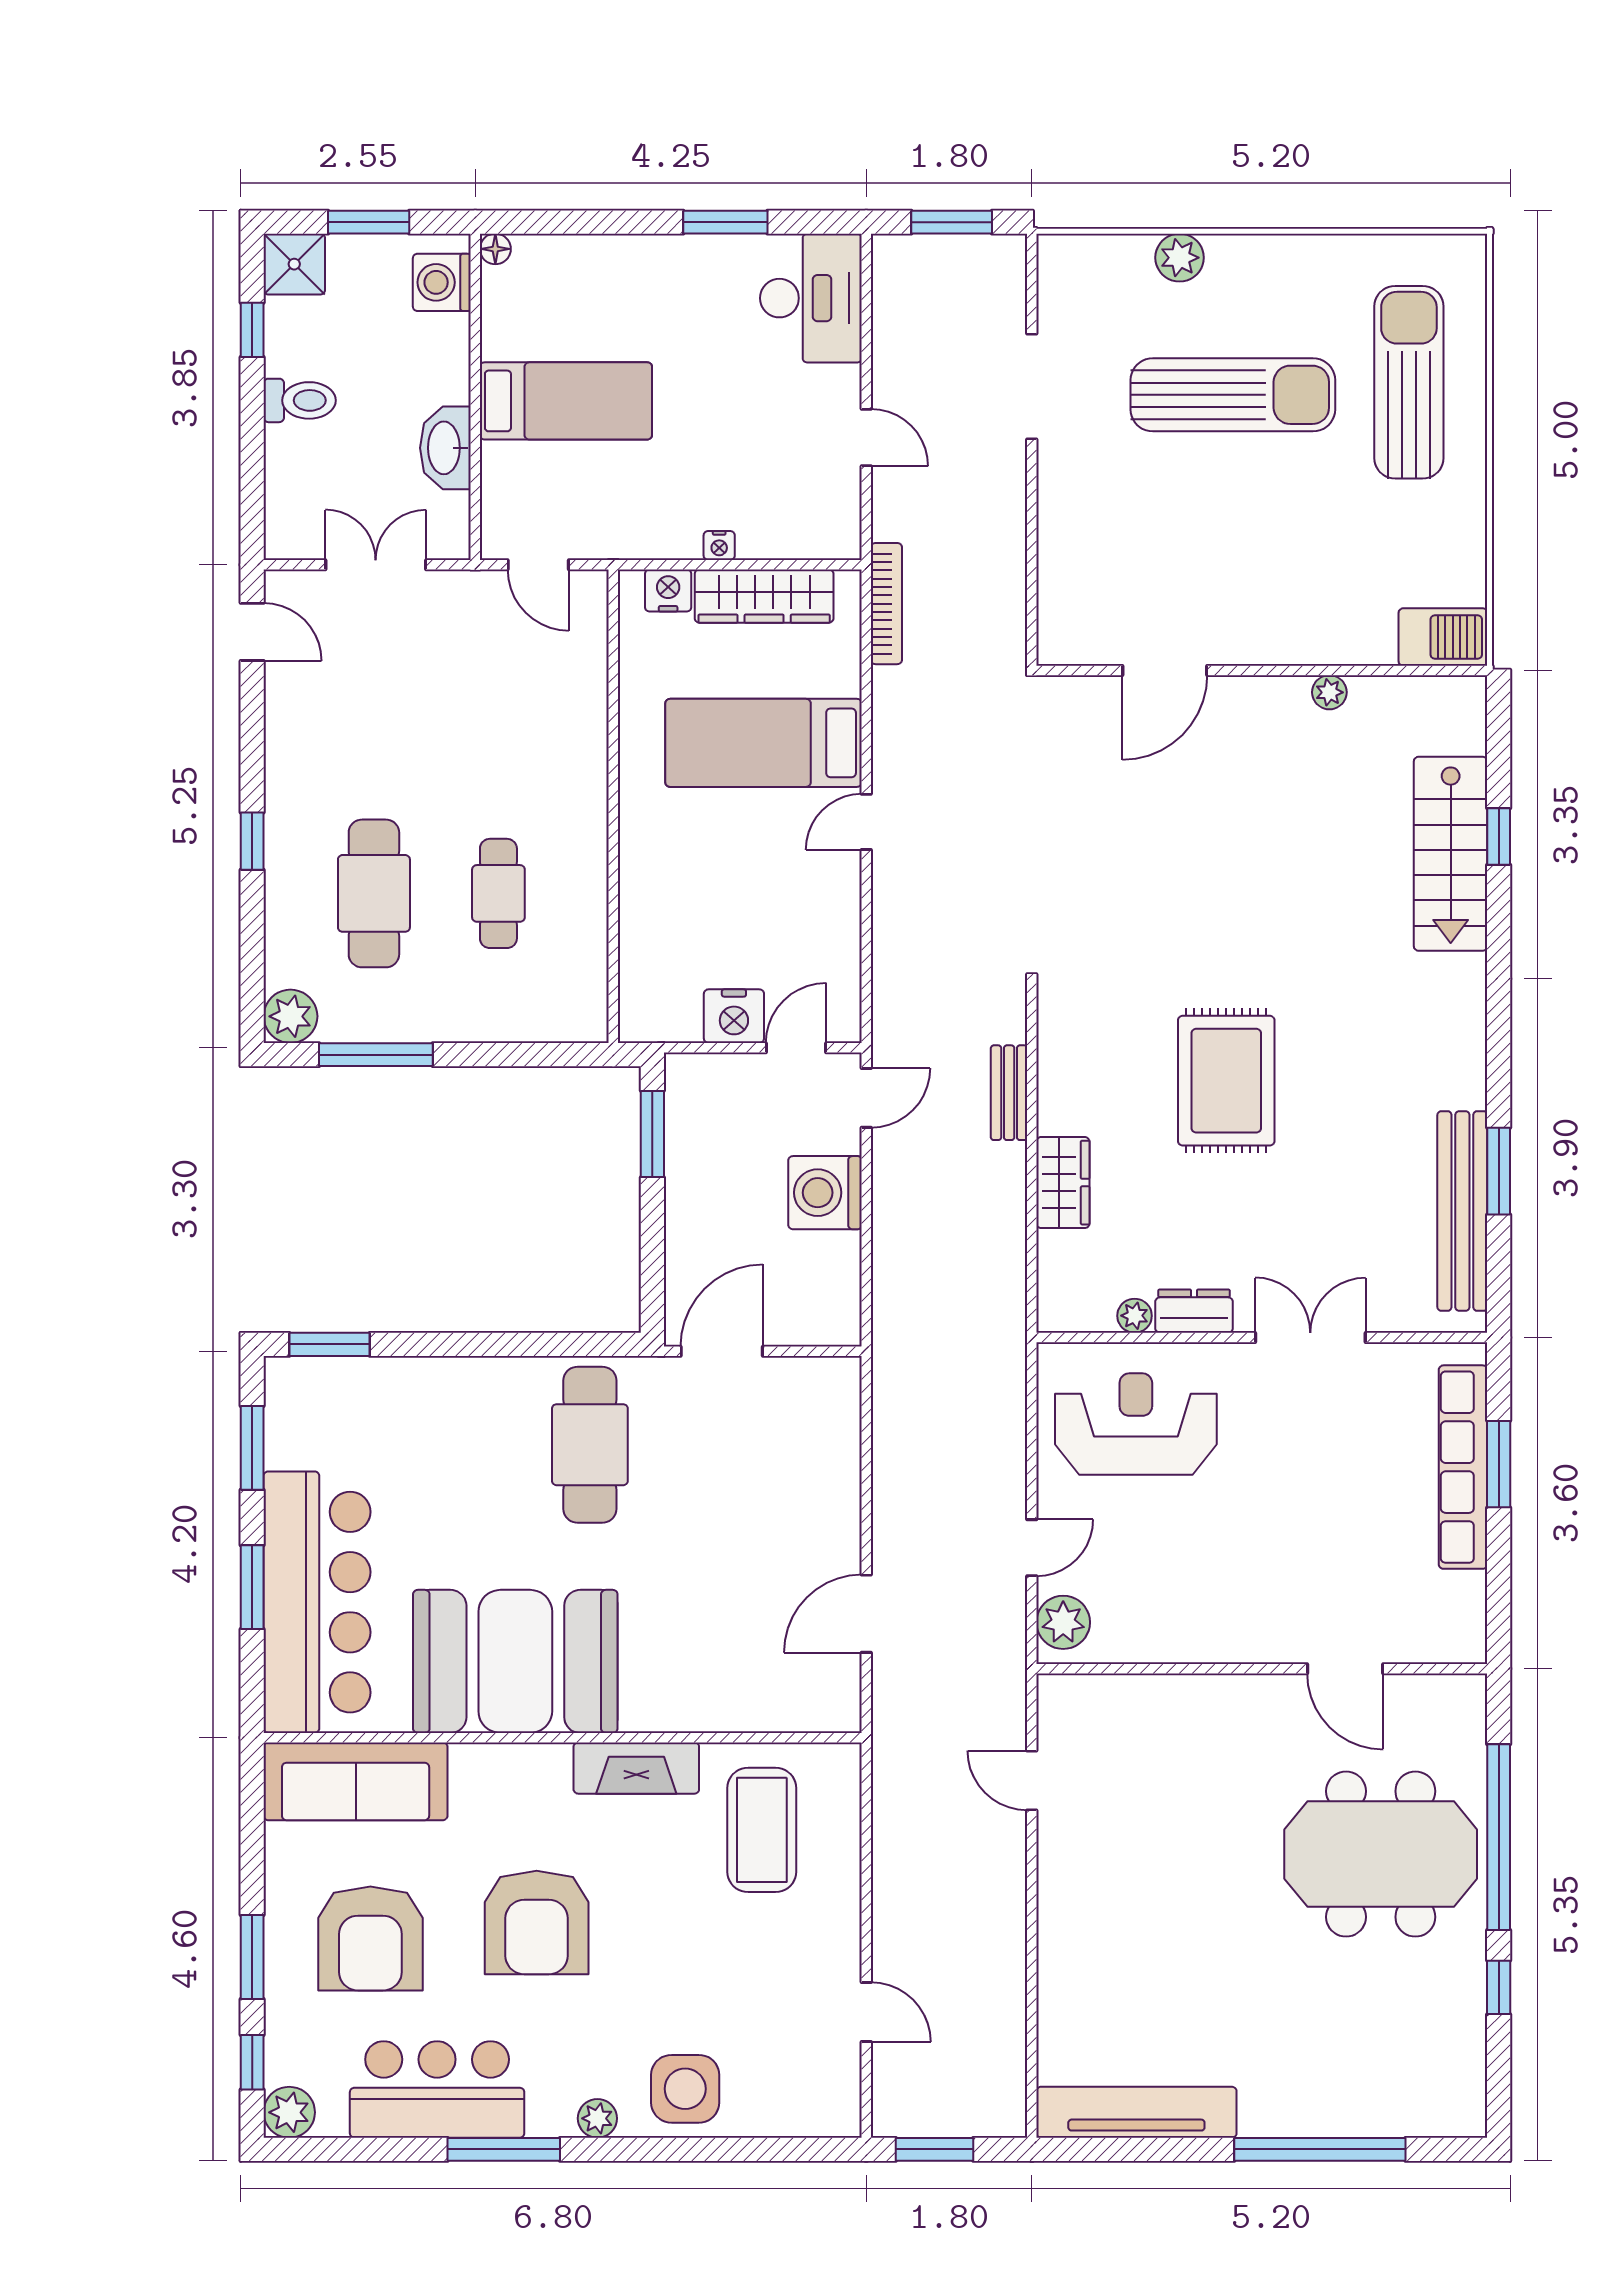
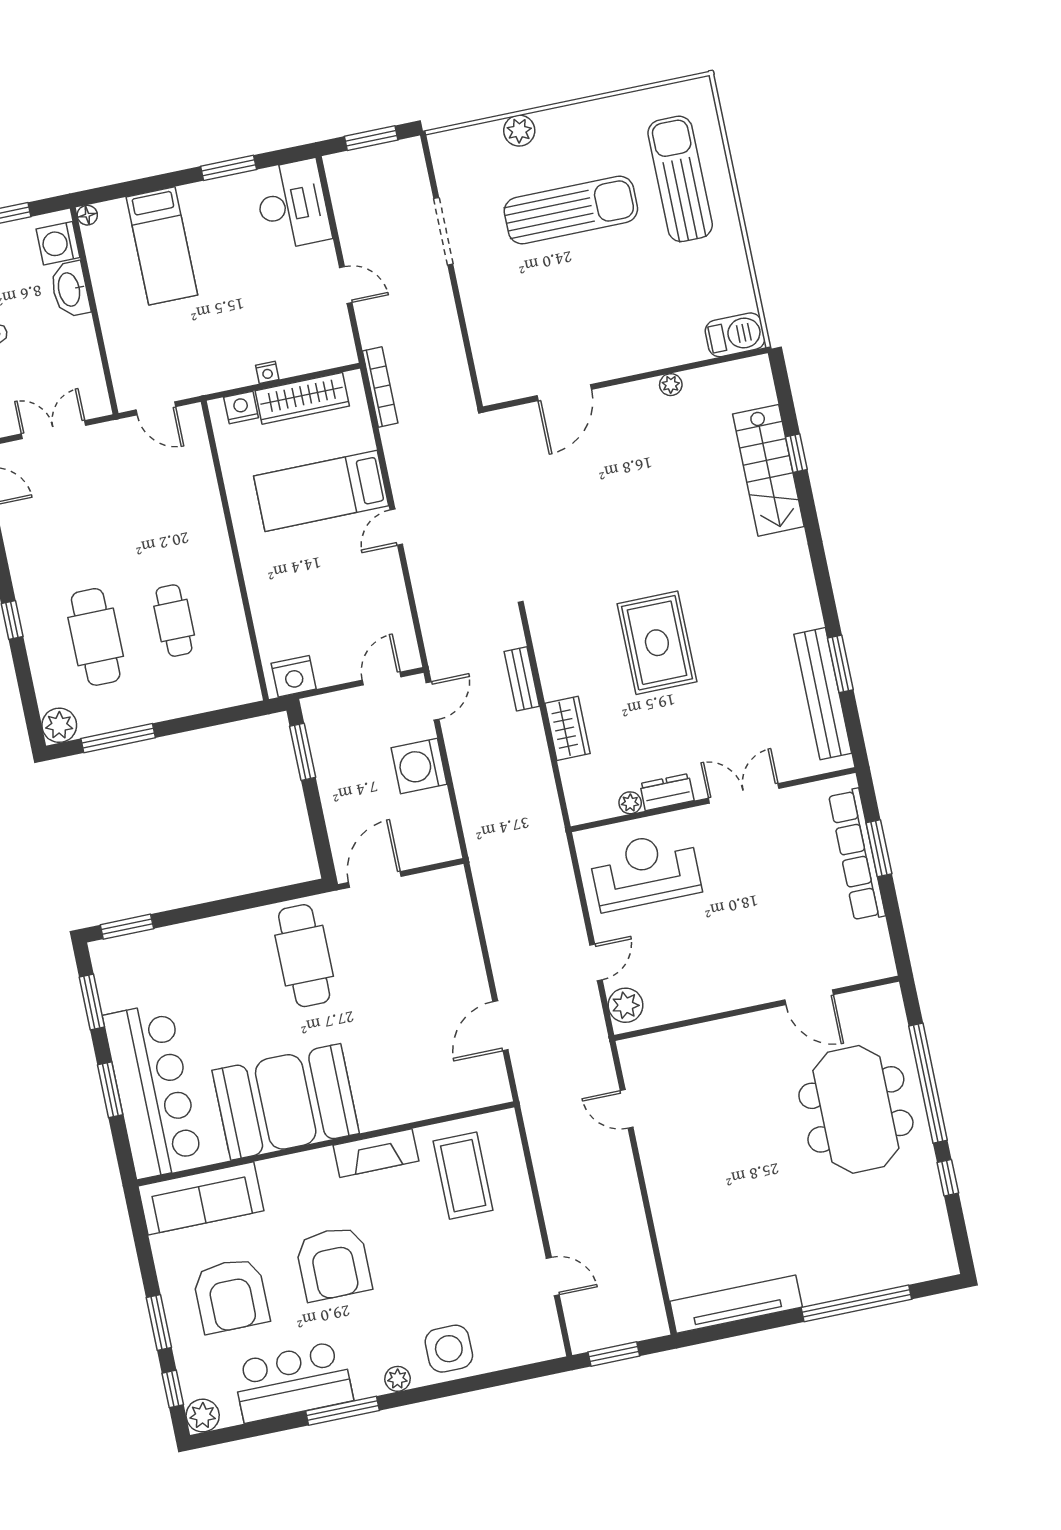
bed: (566, 401) -> (162, 246), moved, turned 90
washbasin: (445, 448) -> (70, 289), moved
nightstand: (734, 1016) -> (294, 676), moved
meeting table: (1381, 1854) -> (856, 1109), turned 90

